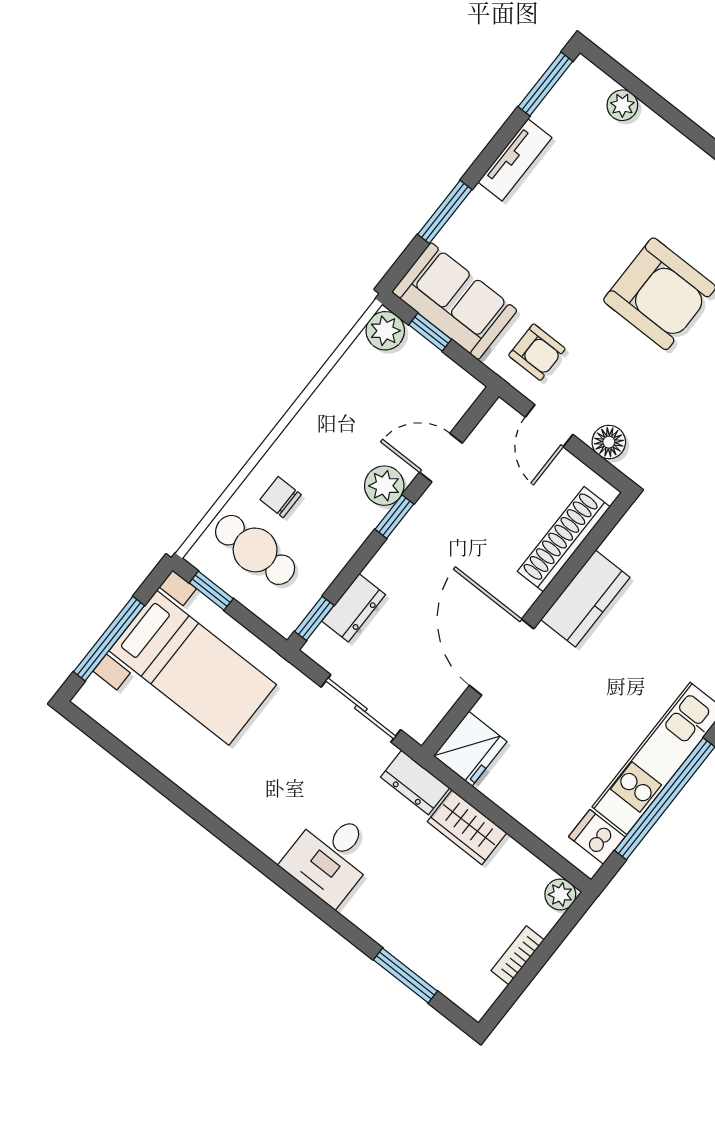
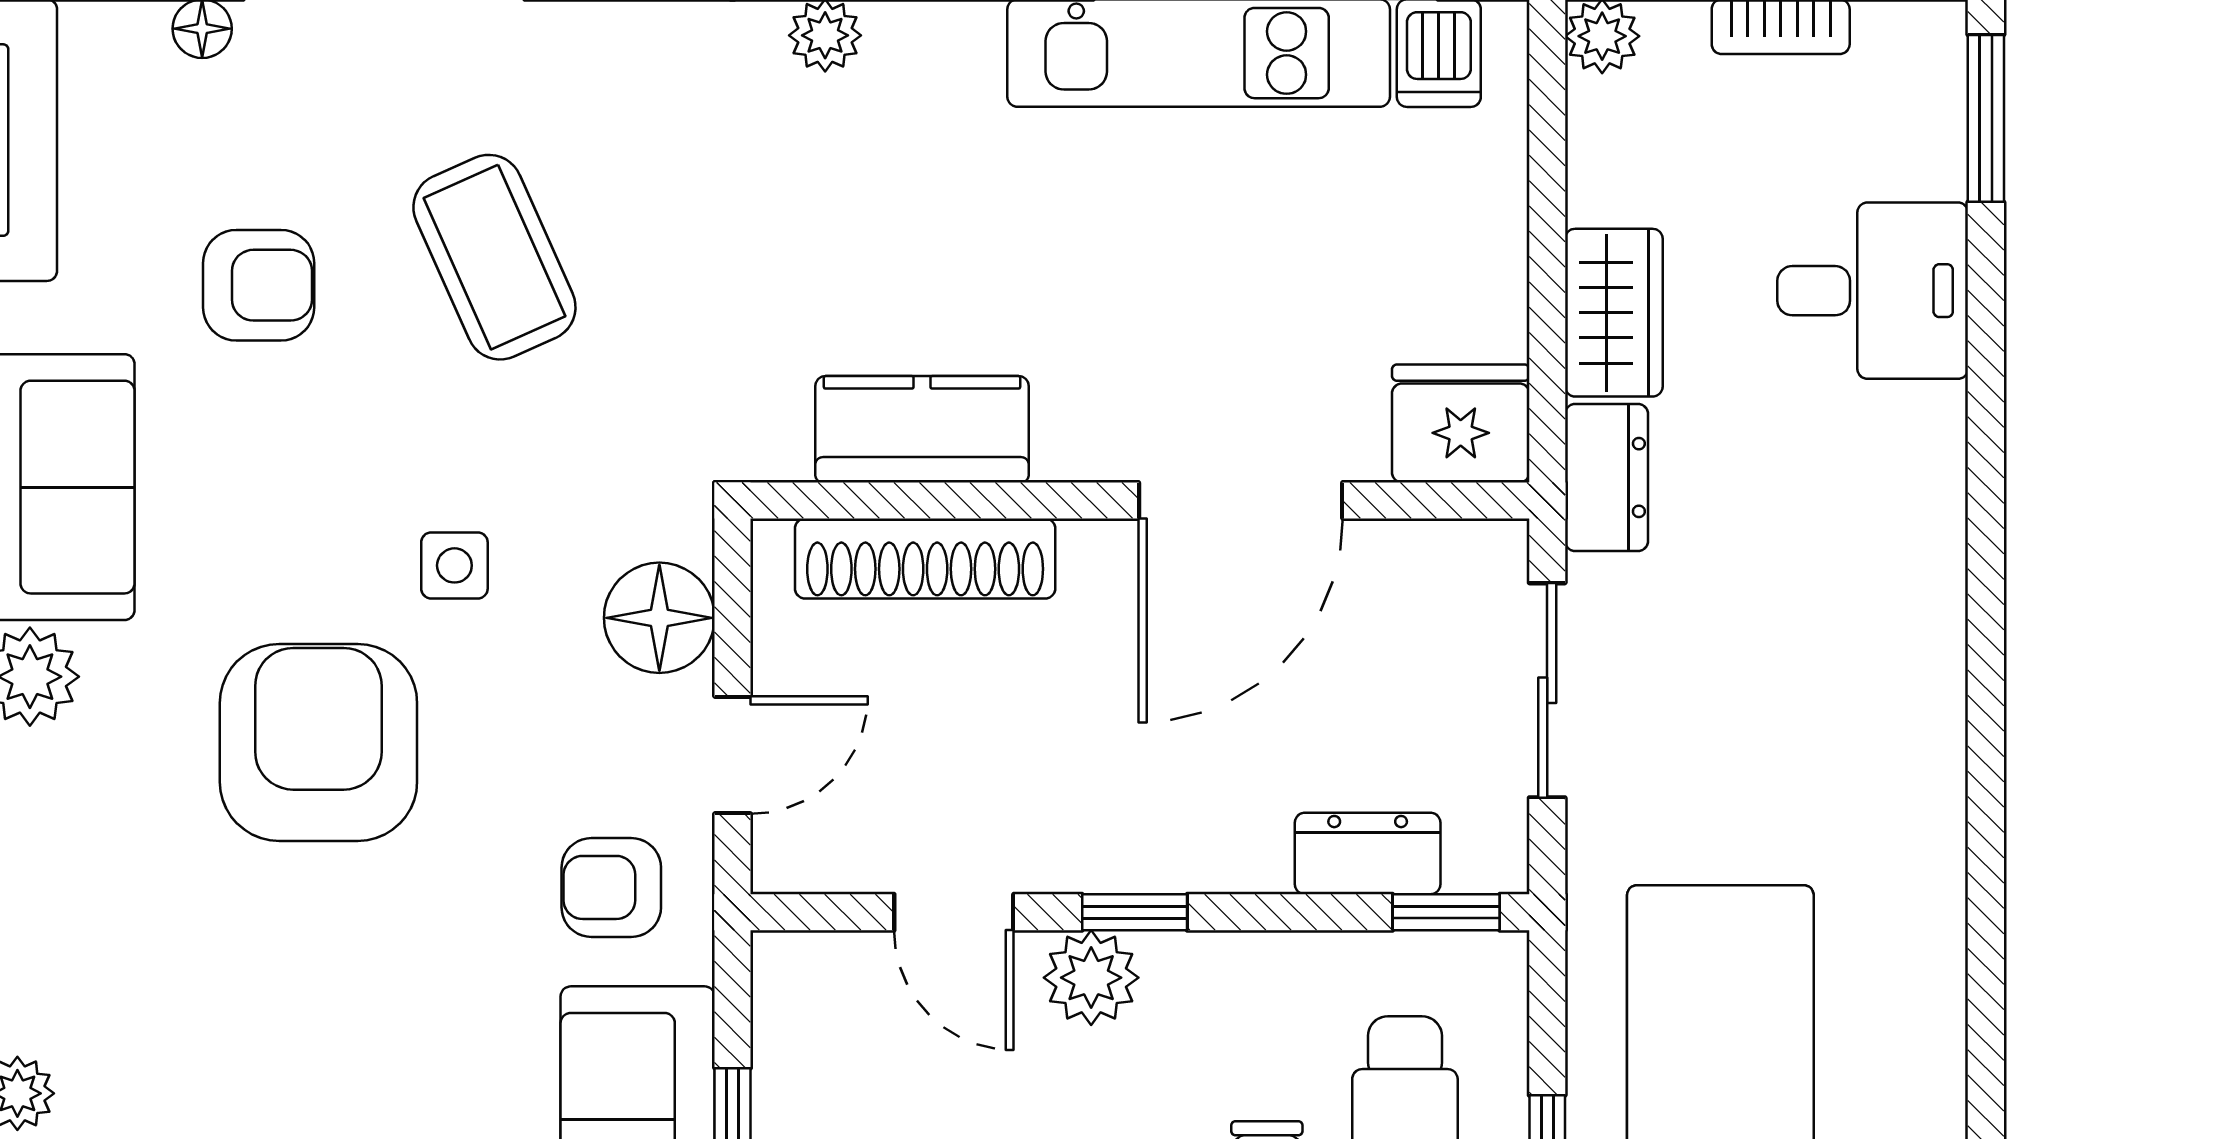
armchair: (537, 352) -> (611, 887), turned -90
side table: (682, 384) -> (454, 565), added
floor lamp: (609, 442) -> (659, 618), width x1.38, depth x1.38
kitchen counter: (585, 598) -> (922, 429), moved
desk: (331, 857) -> (1873, 291), moved
window: (405, 975) -> (1986, 118), moved

